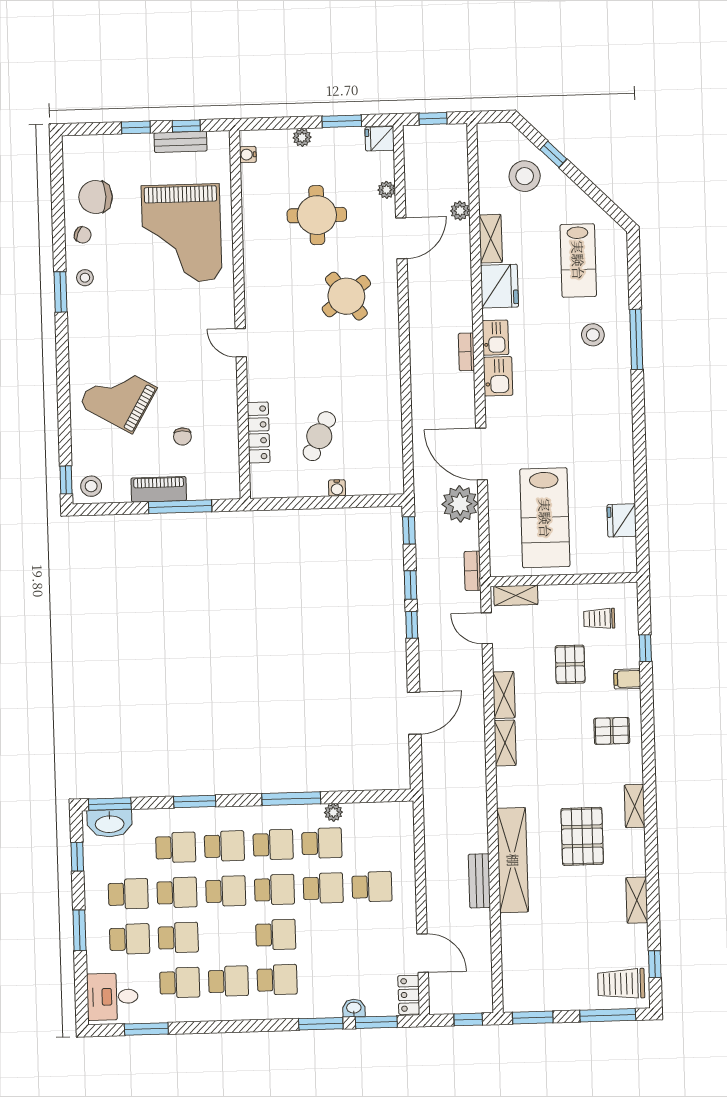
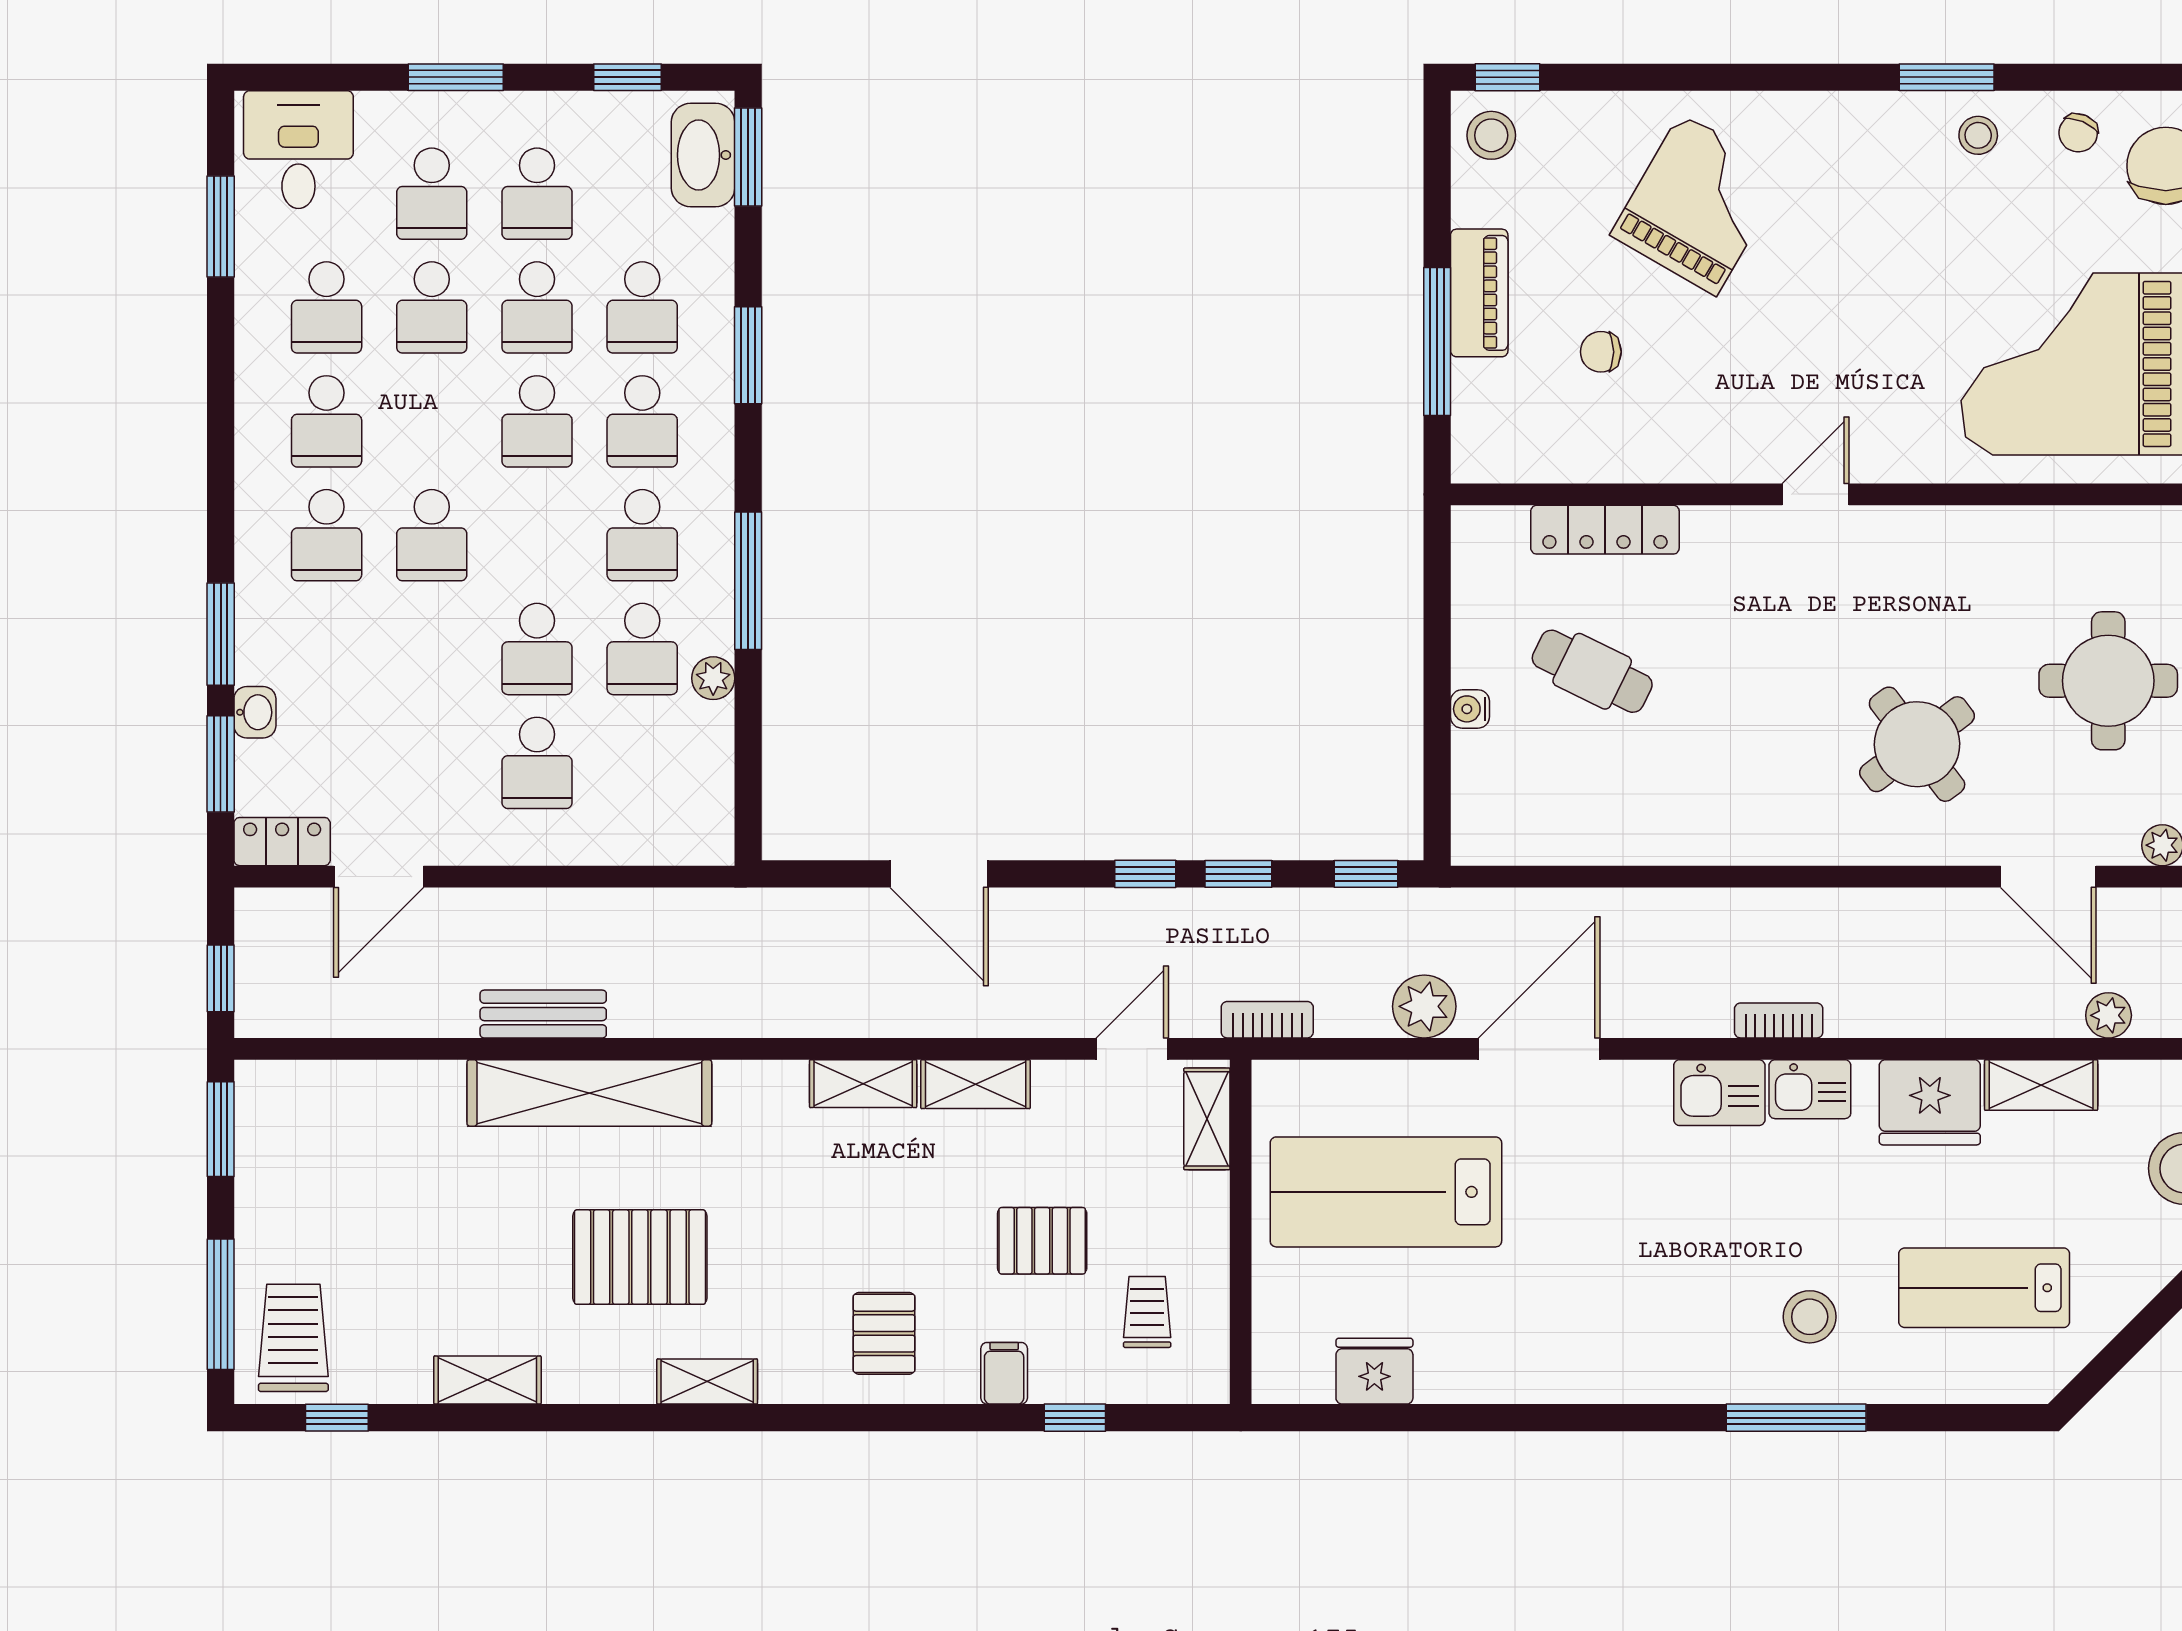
plant: (460, 504) -> (1424, 1006), width x0.73, depth x0.73
school desk: (274, 890) -> (537, 535), removed

